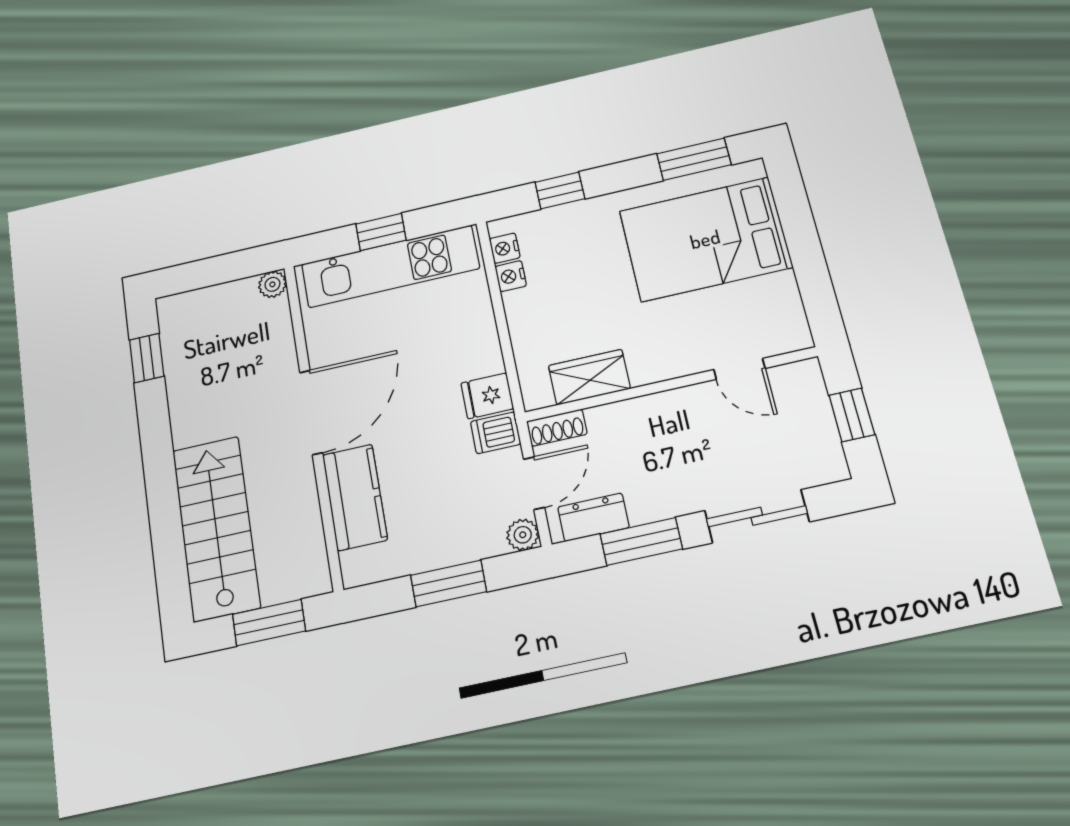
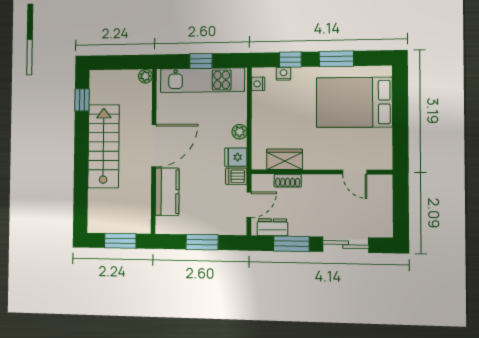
window: (694, 159) -> (336, 59), moved
nightstand: (511, 276) -> (284, 74), moved, turned 90
window: (852, 415) -> (401, 207), removed
shoe rack: (557, 428) -> (288, 181), moved
stairs: (216, 528) -> (103, 146), moved
plant: (523, 535) -> (240, 132), moved

